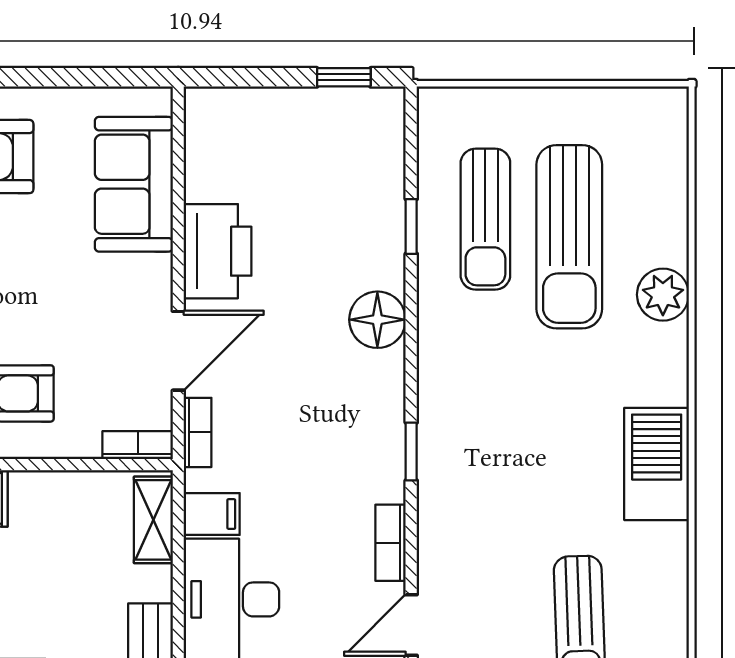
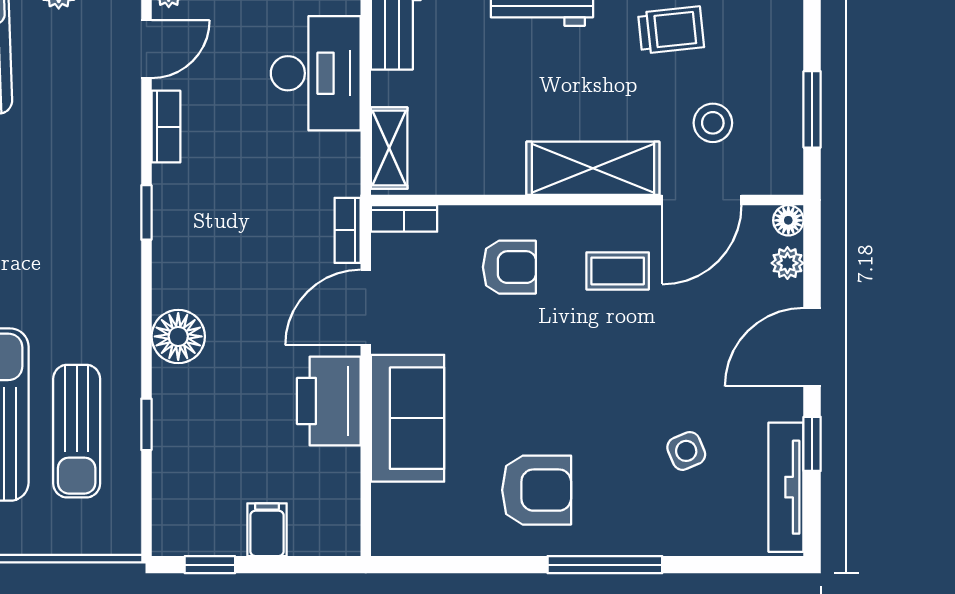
sofa: (134, 184) -> (408, 418), moved
sun lounger: (485, 219) -> (77, 431), turned 180
filing cabinet: (212, 514) -> (267, 530), moved, turned 90

